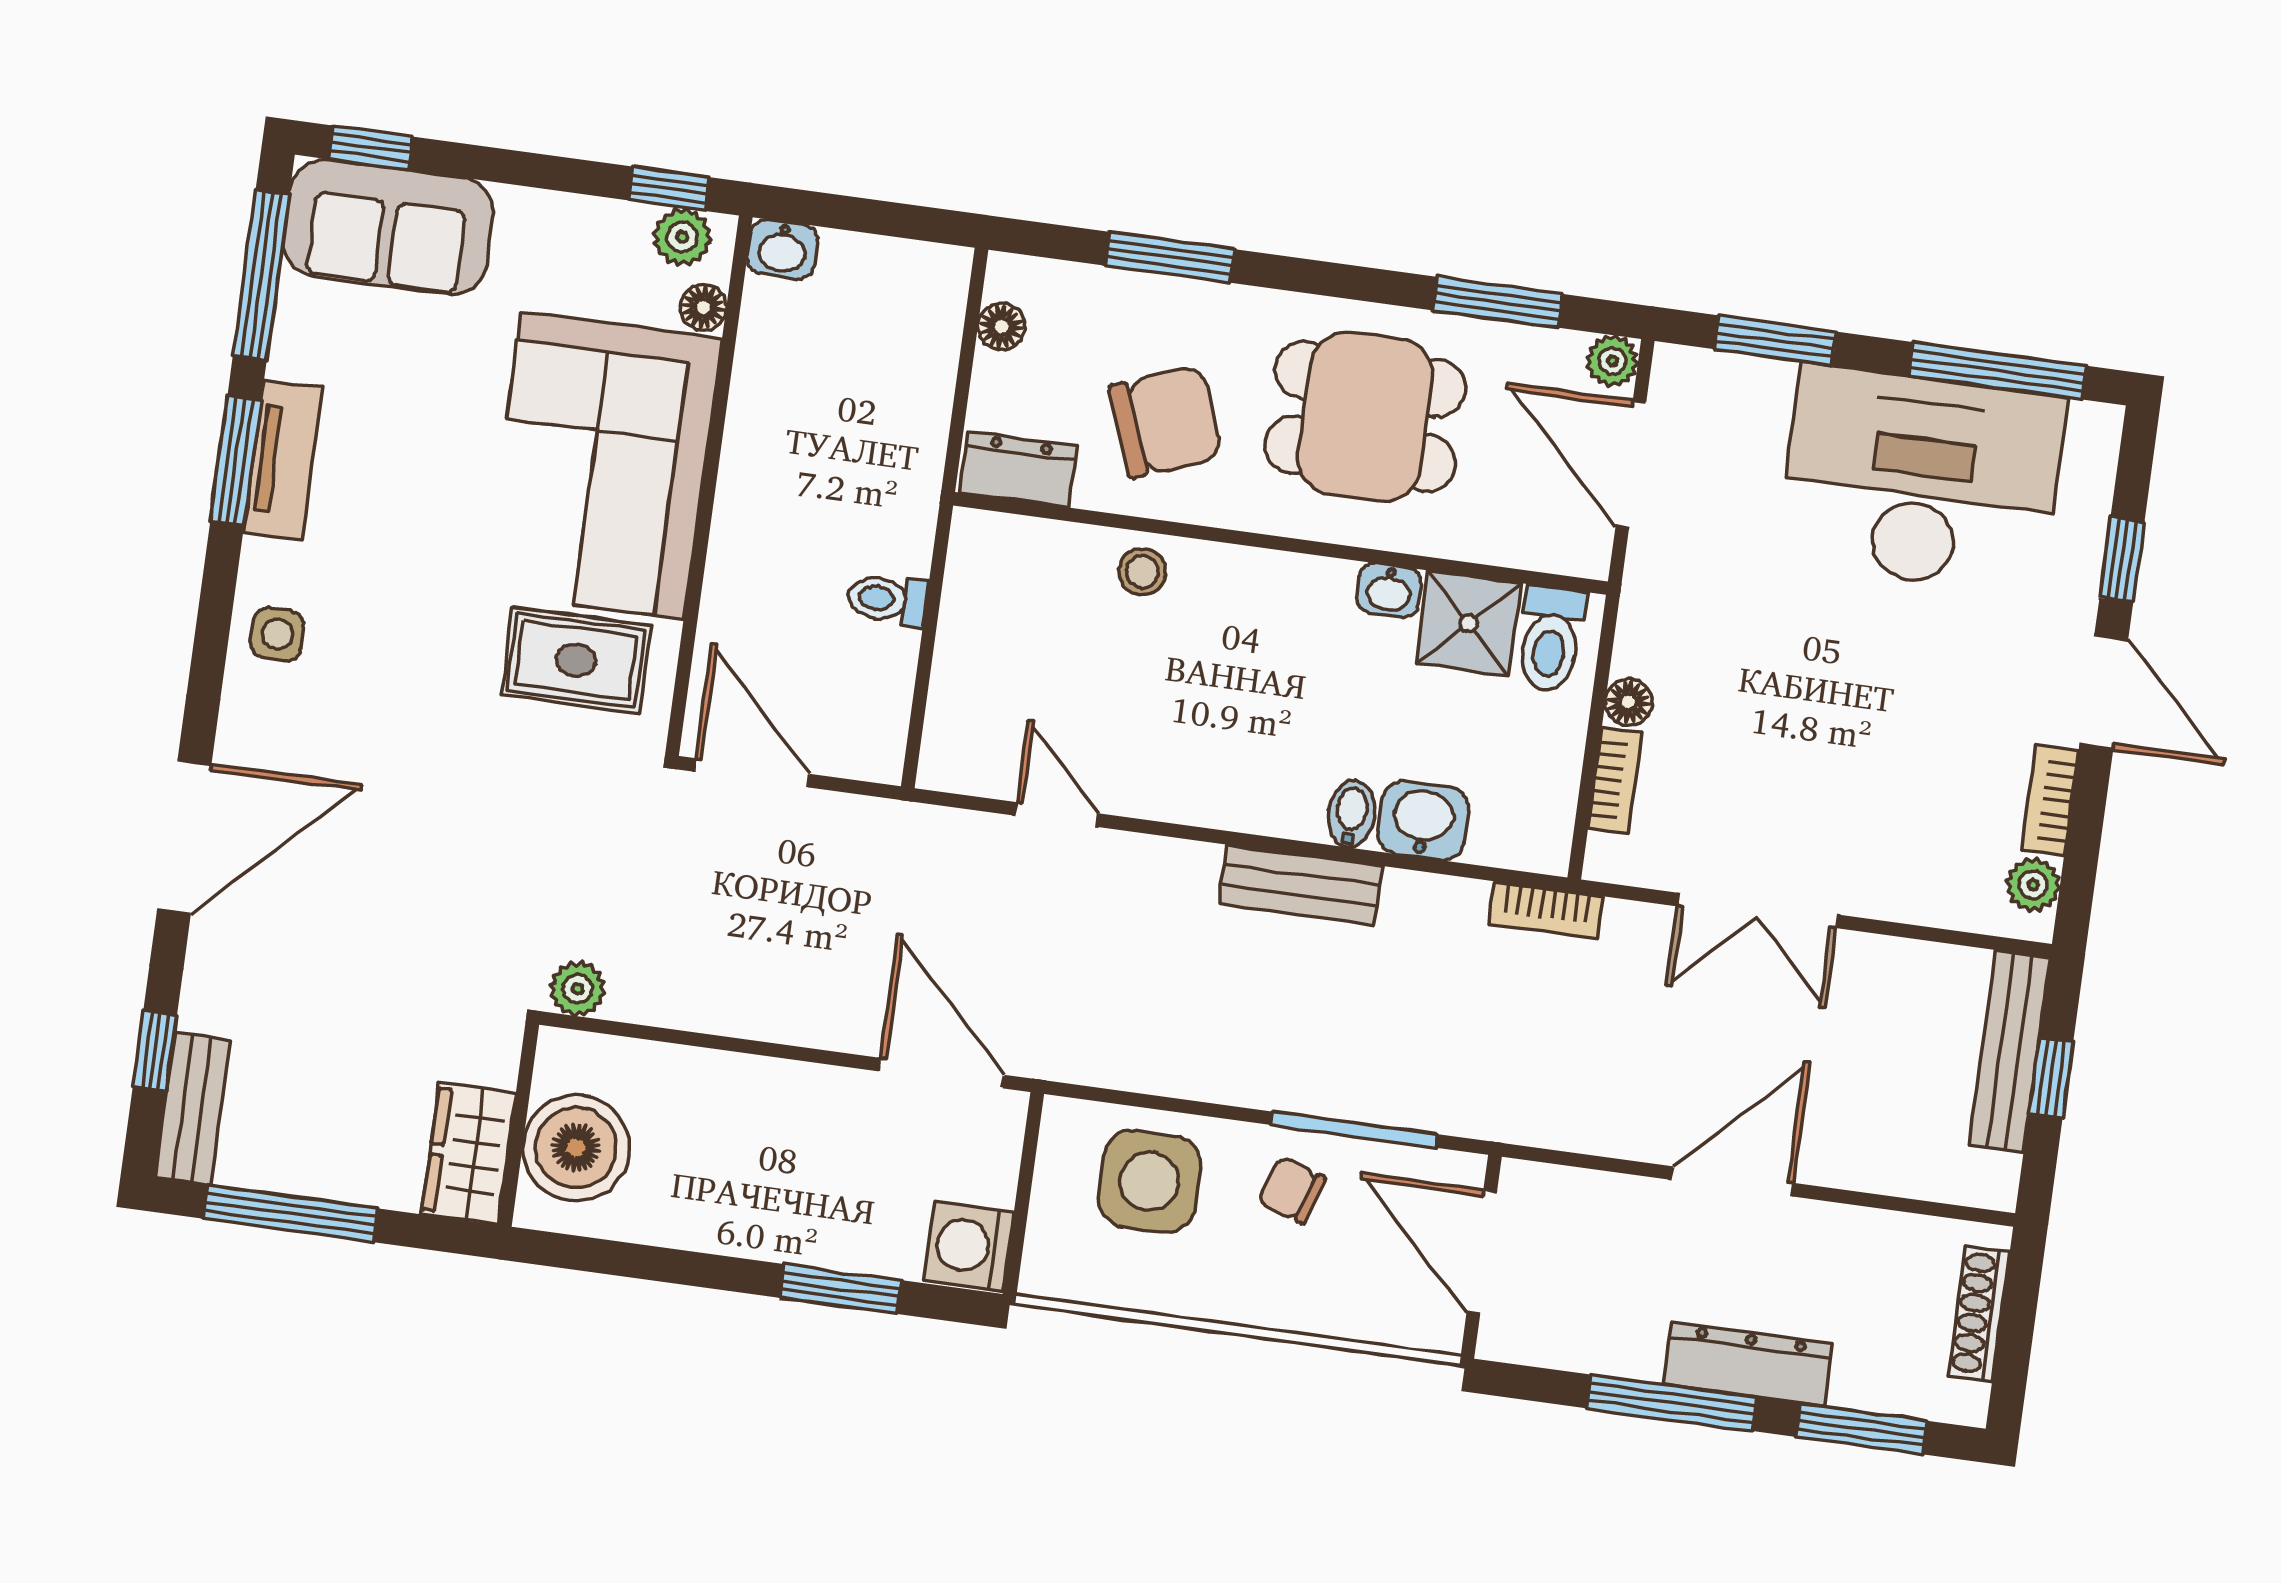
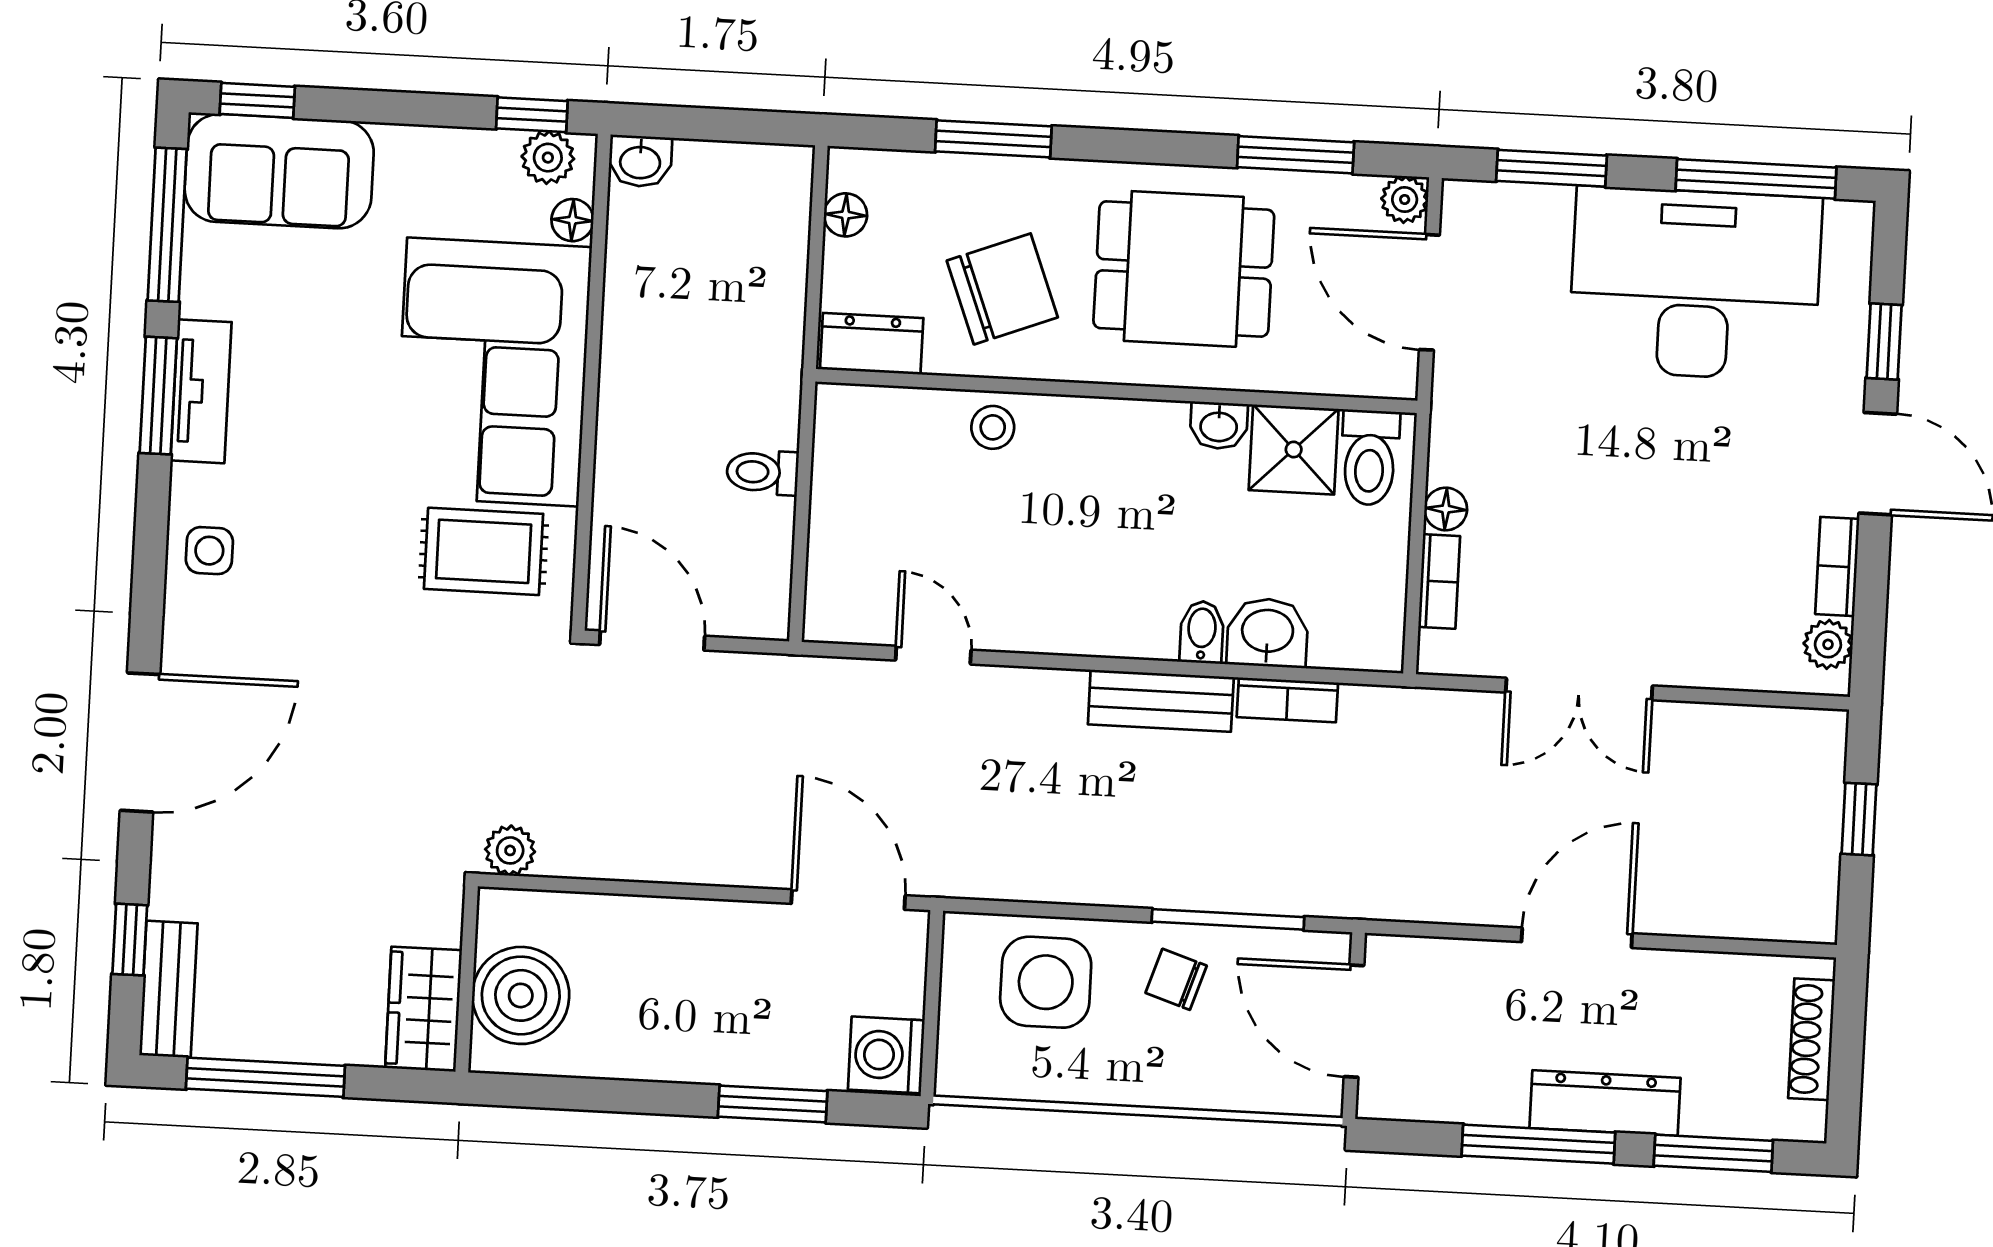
bookcase: (1547, 910) -> (1287, 700), moved
bench: (2010, 1051) -> (1819, 798), removed

